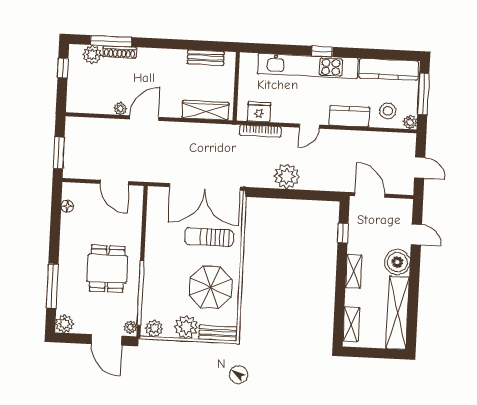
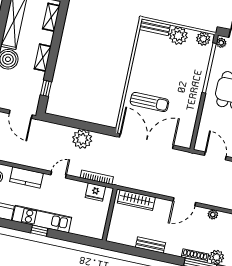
bench: (206, 58) -> (150, 245), moved
kitchen unit: (308, 66) -> (42, 219), width x0.73
plant: (120, 109) -> (213, 214), moved
parasol: (211, 287) -> (155, 63), removed

